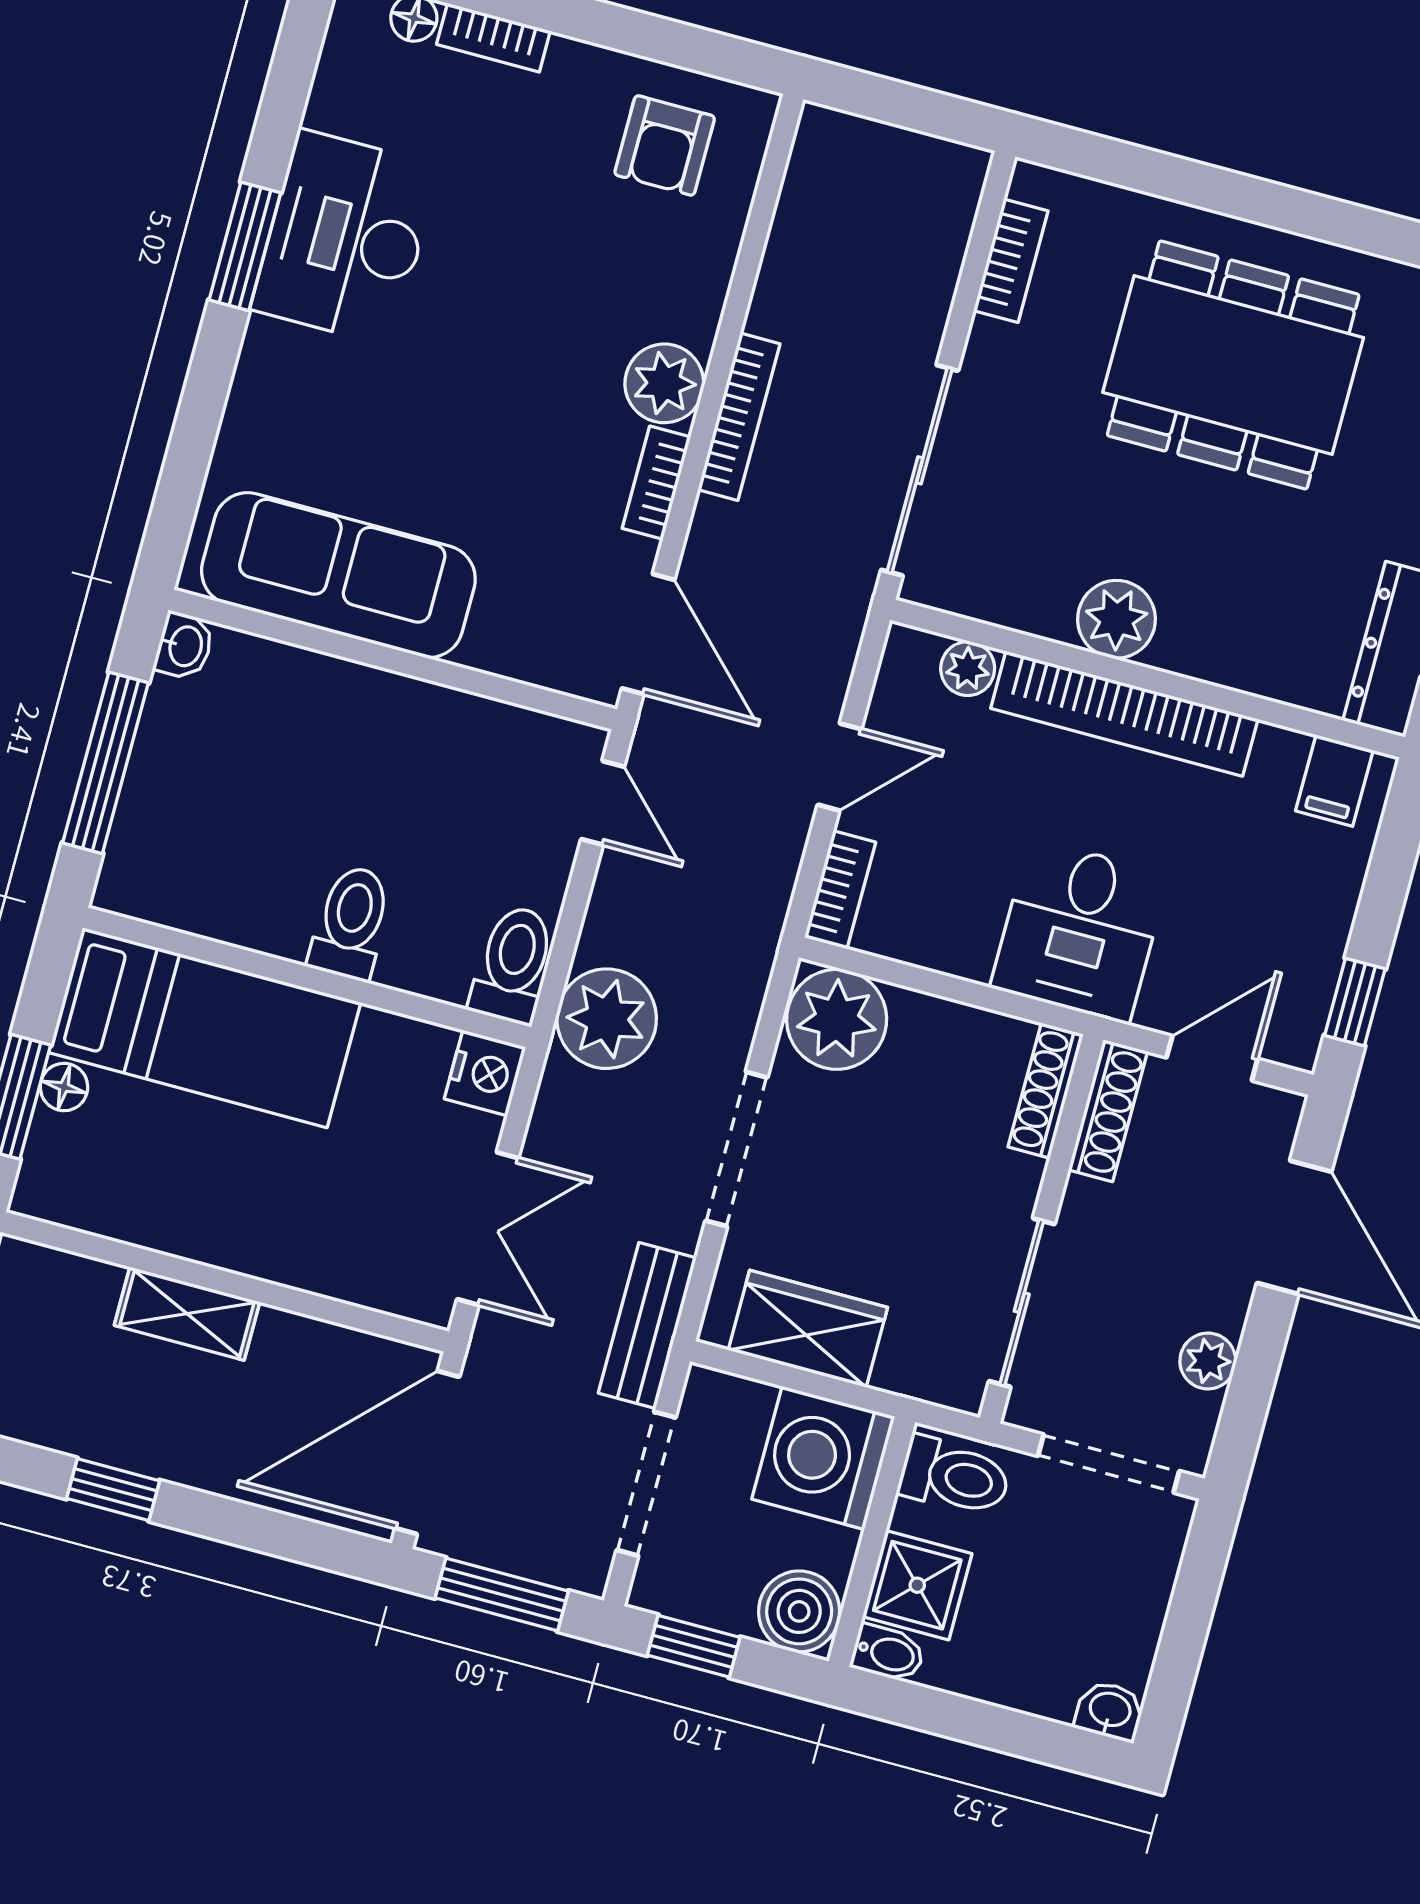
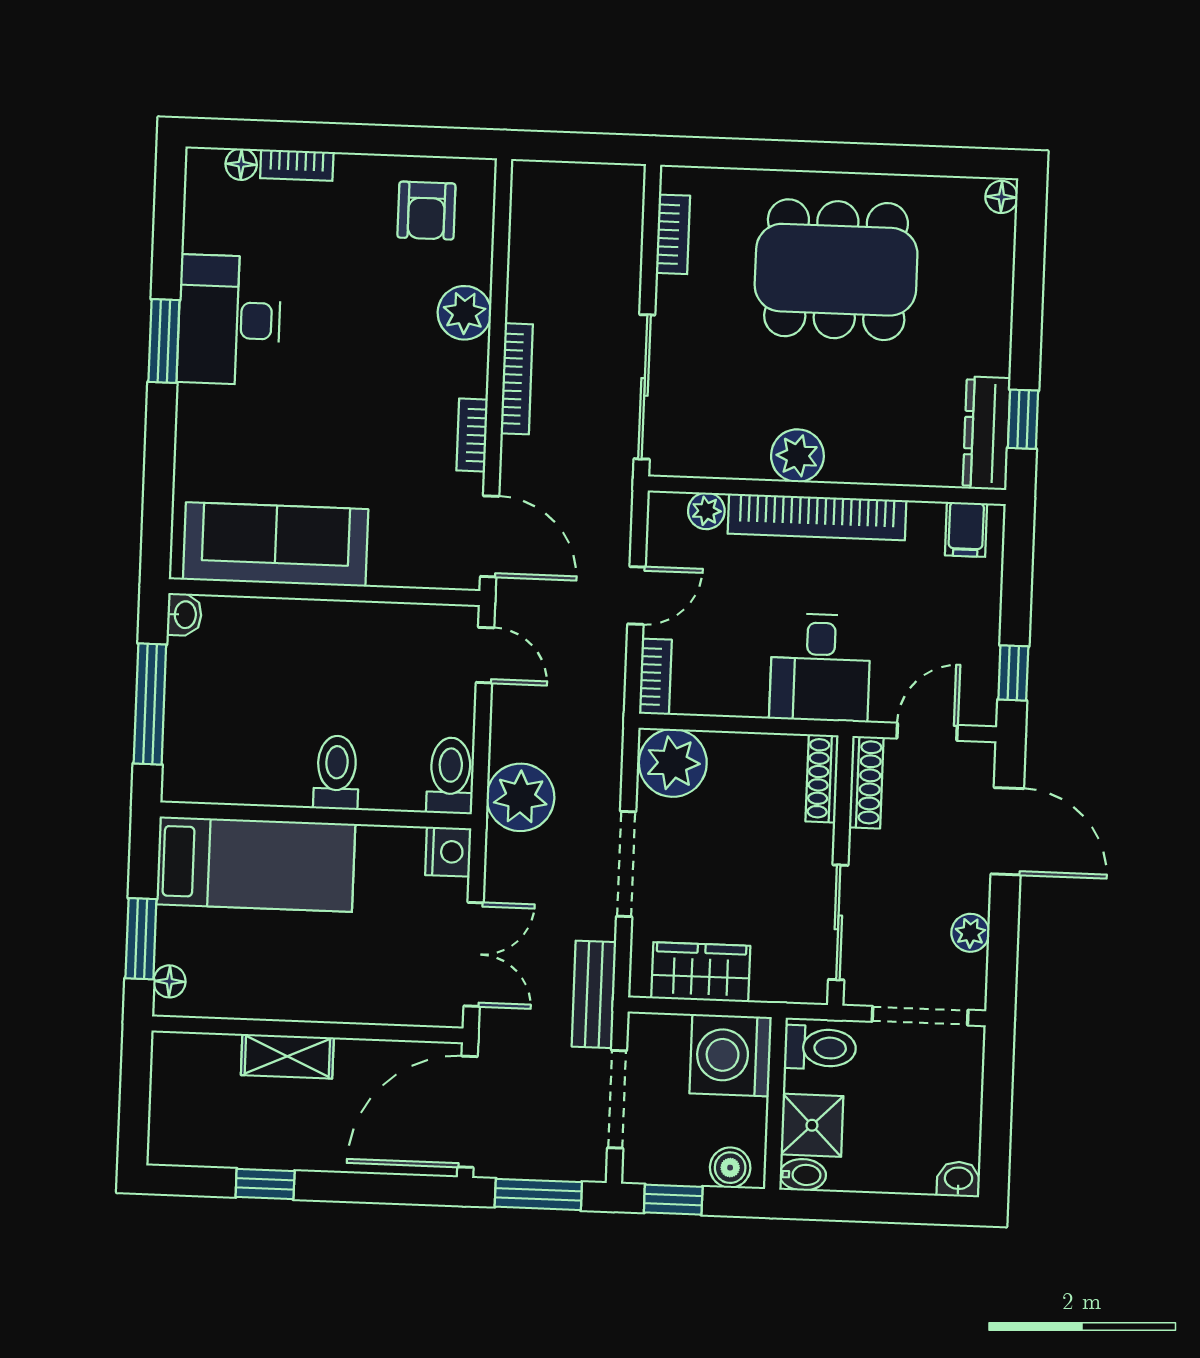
plant: (664, 383) -> (464, 313), moved
floor lamp: (64, 1087) -> (169, 981), moved
boiler: (799, 1611) -> (730, 1168), width x0.73, depth x0.73

